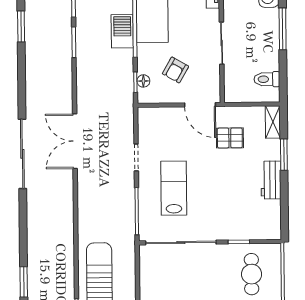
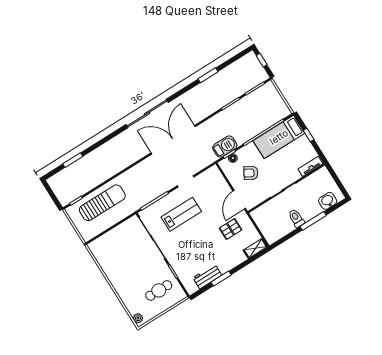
window: (21, 26) -> (208, 75), moved
barbecue: (122, 31) -> (225, 147), moved
toilet: (267, 79) -> (296, 218), moved
pallet: (230, 138) -> (231, 229), turned 90
double door: (75, 141) -> (173, 140), width x1.36
window: (284, 155) -> (221, 279), moved
workbench: (271, 180) -> (207, 277), moved

